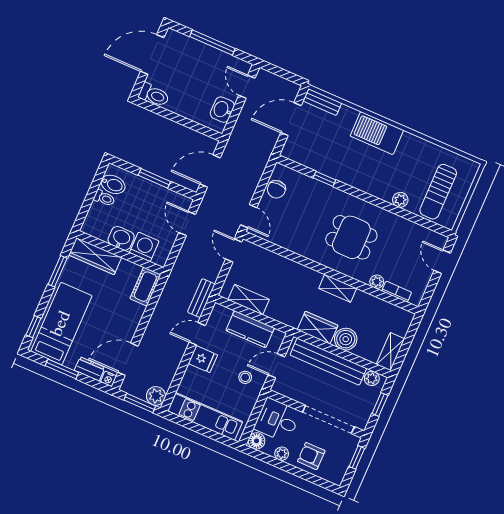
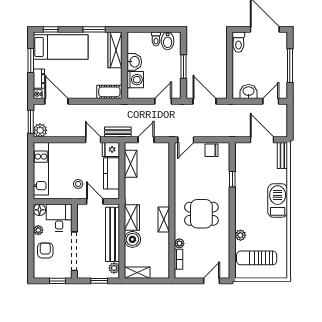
dining table: (351, 237) -> (201, 214), turned 90
door: (234, 250) -> (146, 140), moved
fridge: (203, 359) -> (111, 149), moved, turned 90

